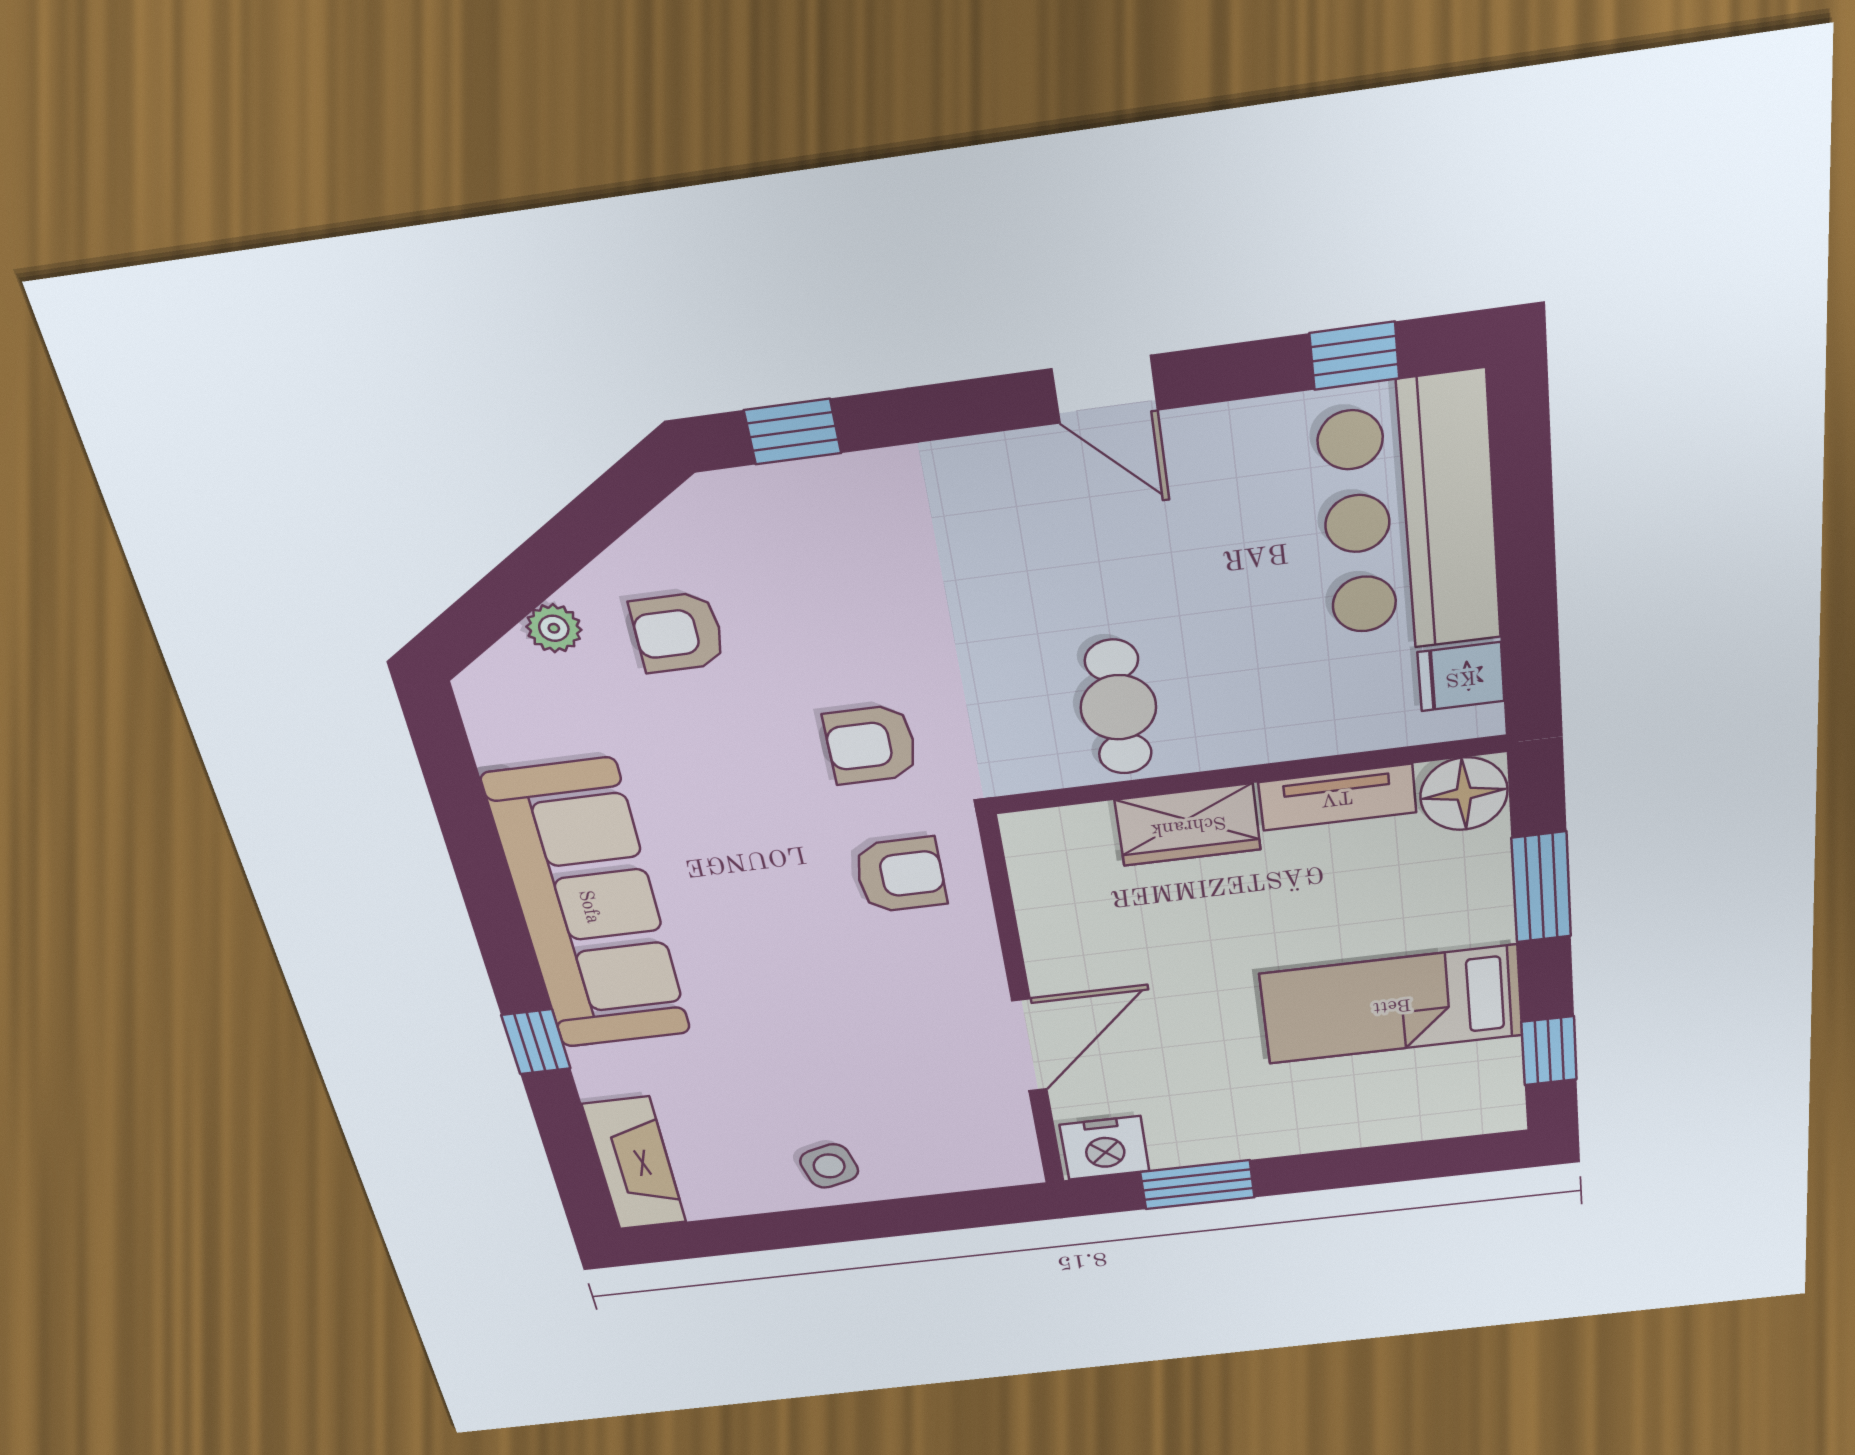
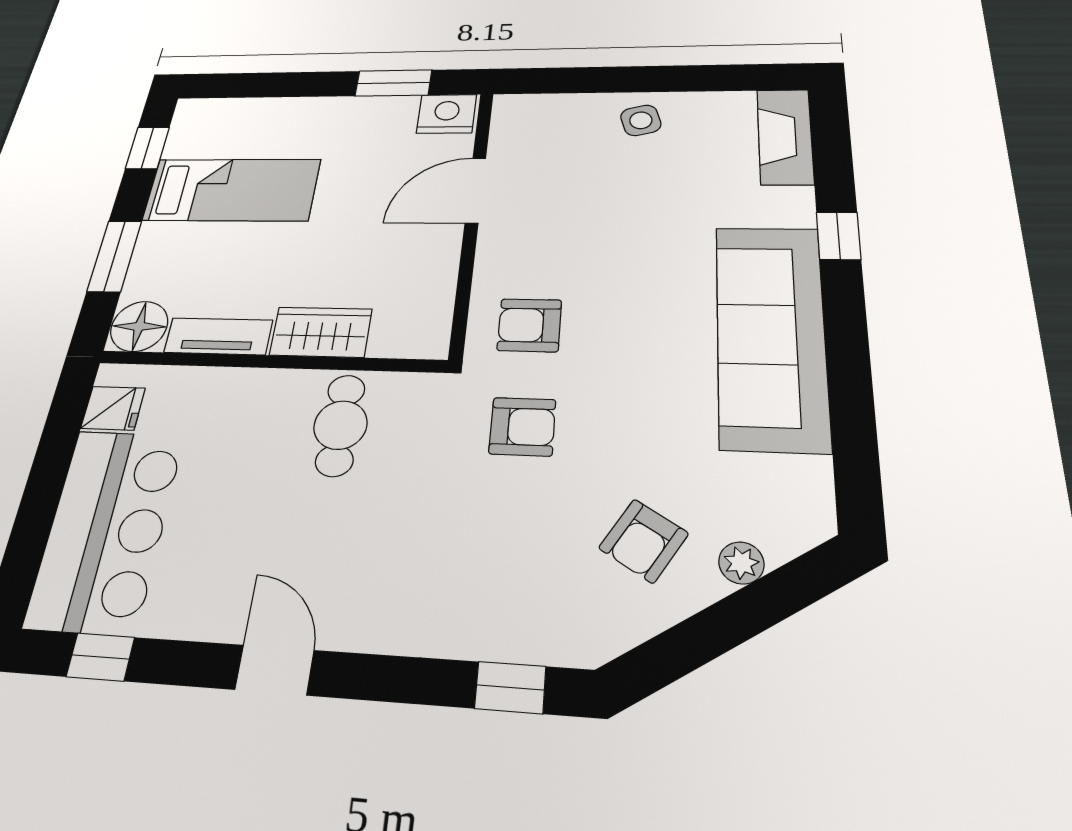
armchair: (678, 633) -> (644, 541), turned 122

